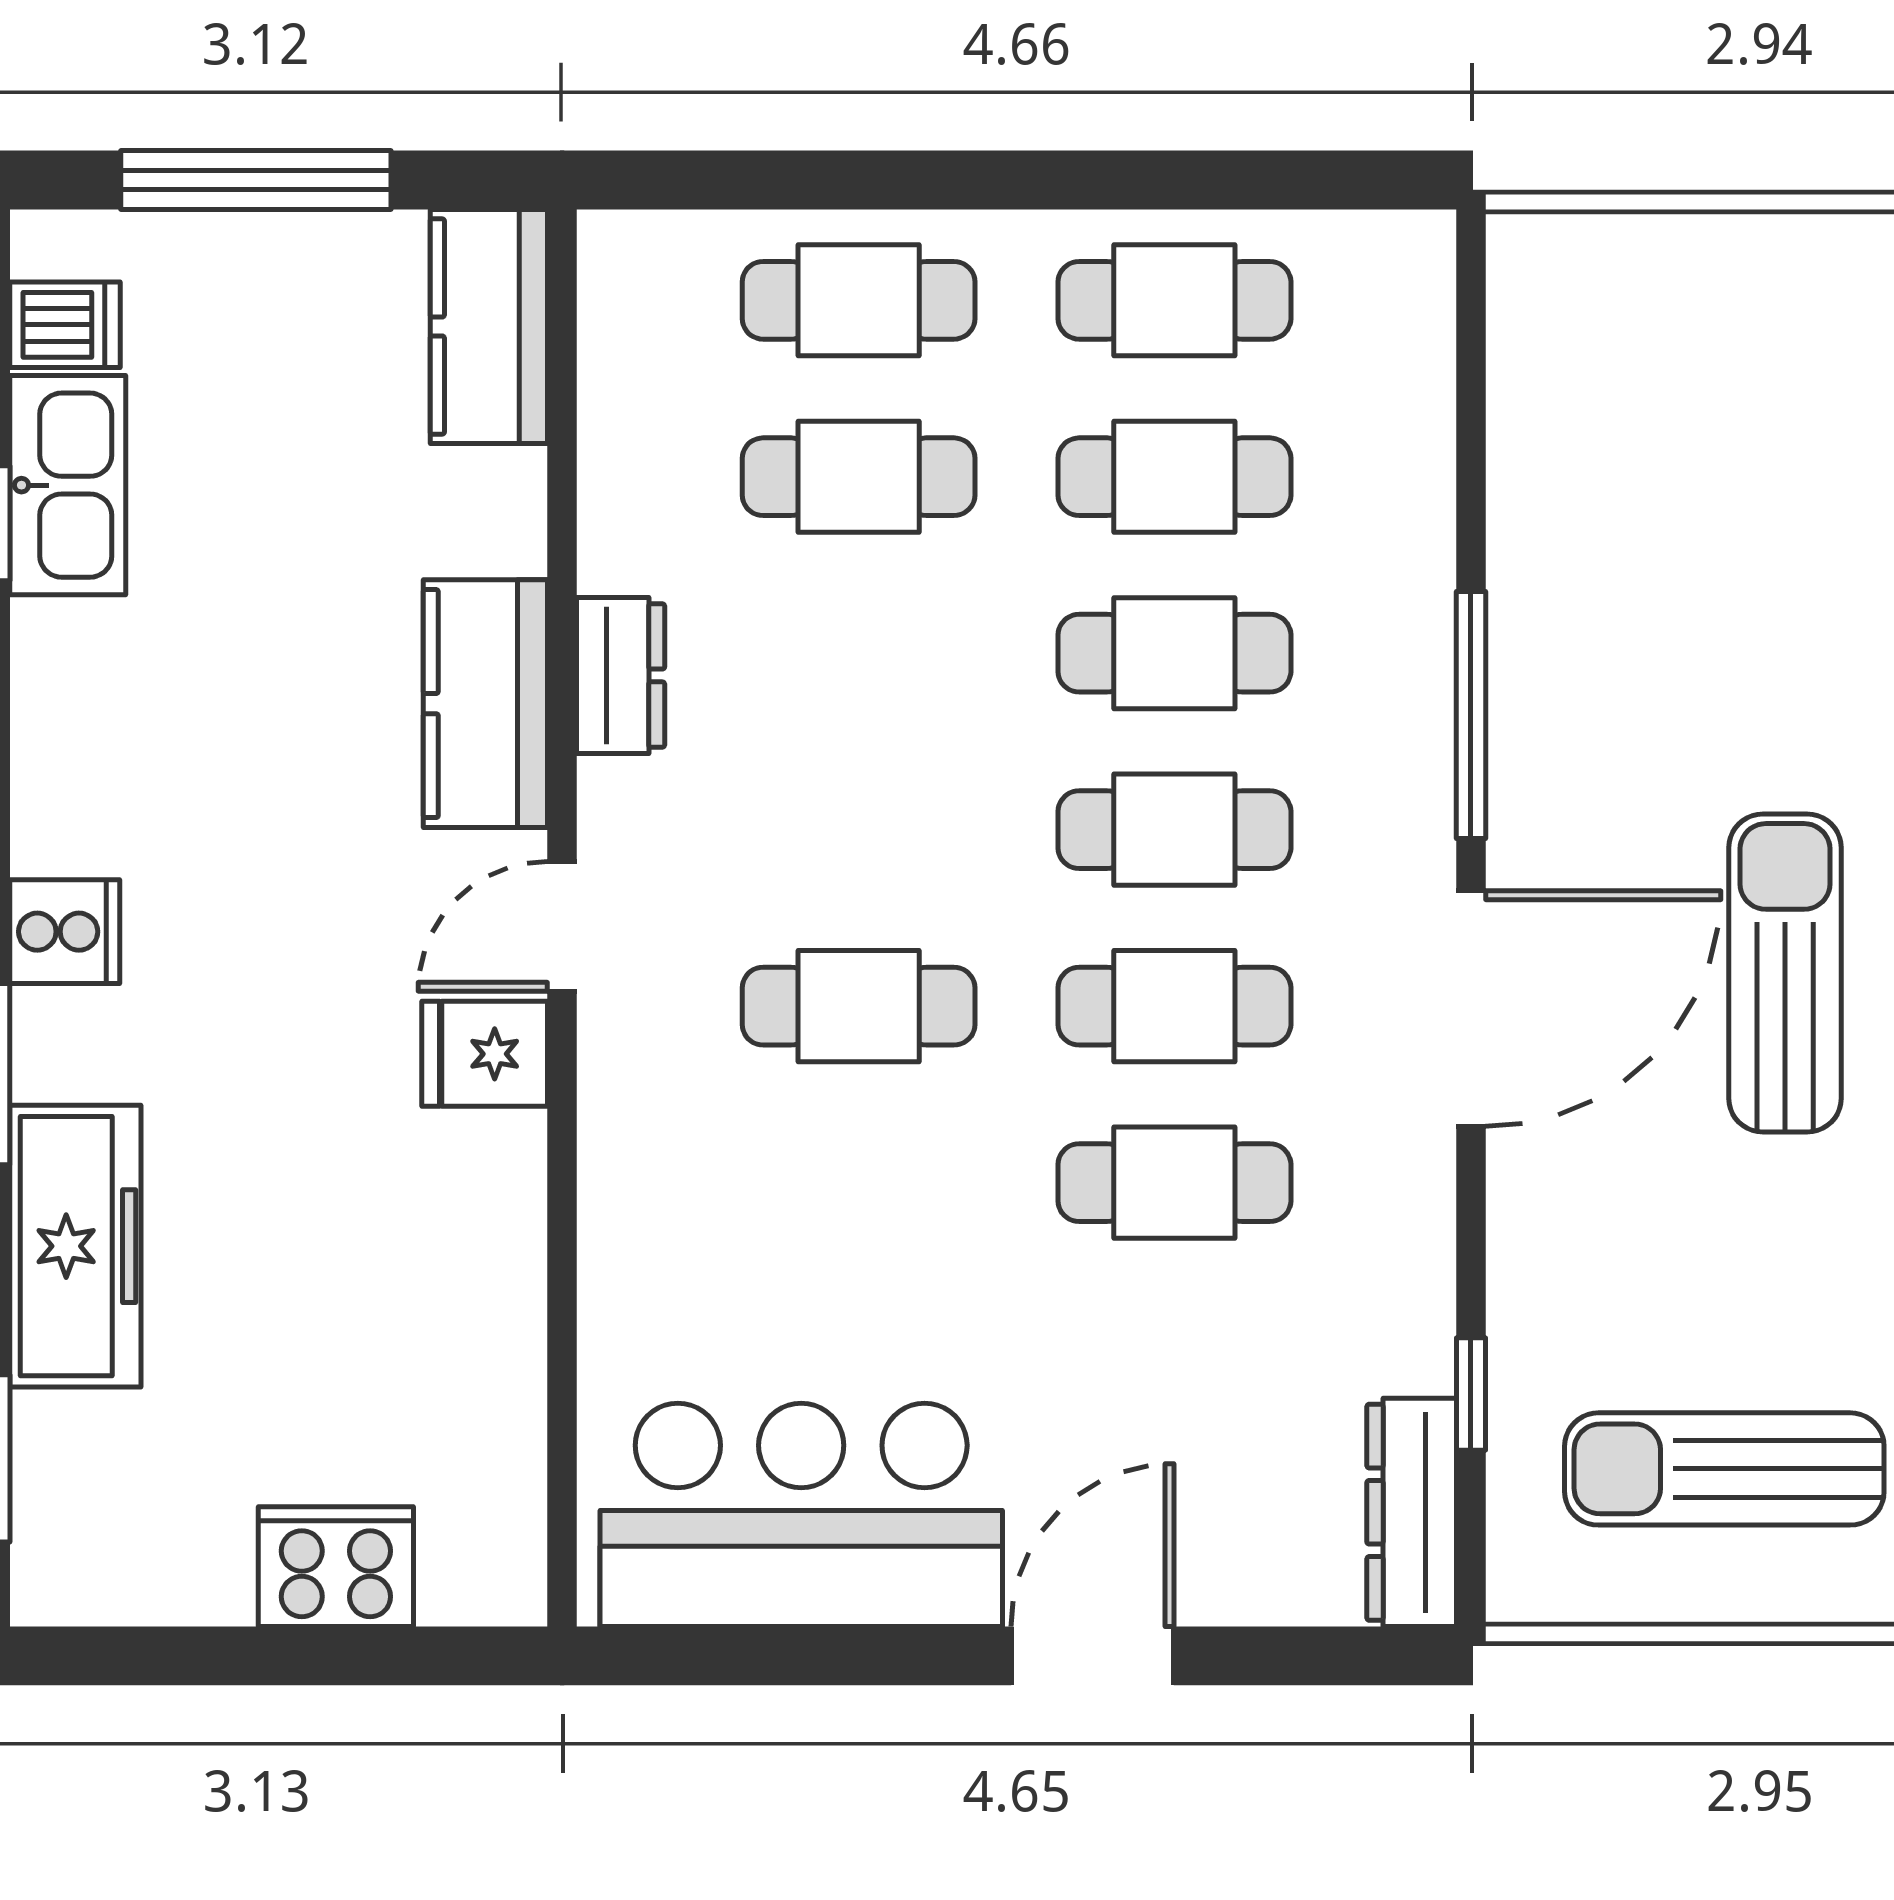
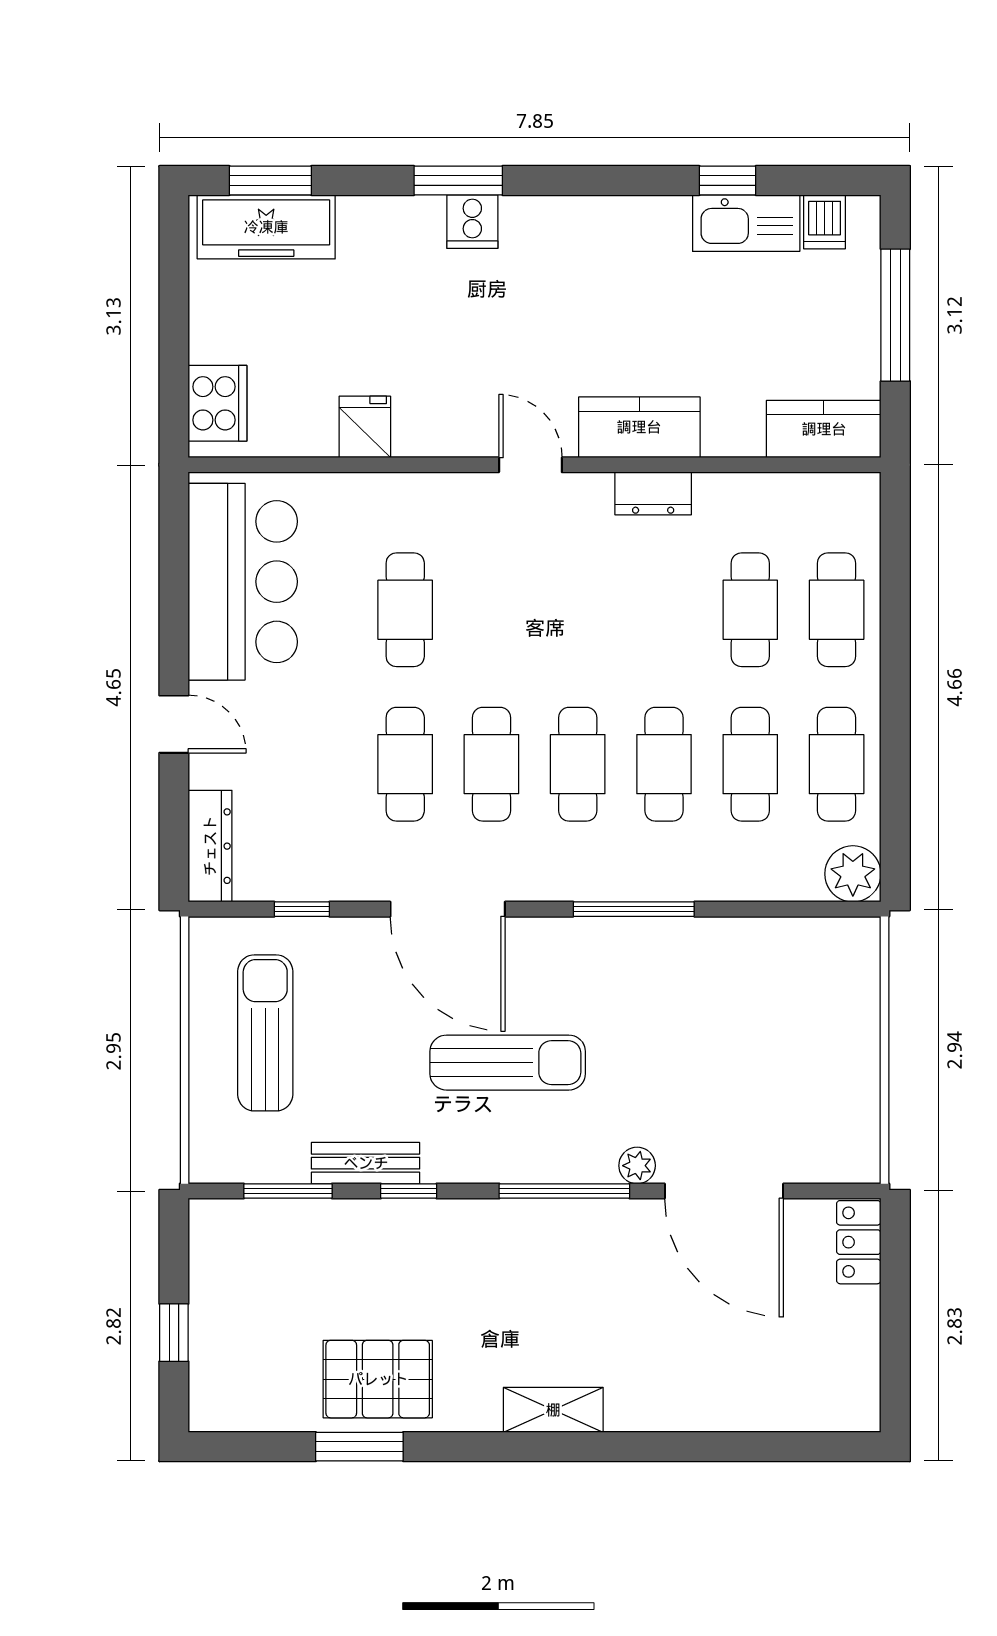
plant: (1399, 267) -> (853, 874), added
cooker: (65, 932) -> (472, 222), moved
cafe table: (859, 1006) -> (405, 610), moved
door: (1471, 1009) -> (448, 909), moved
fridge: (485, 1054) -> (365, 427), moved
freezer: (75, 1246) -> (266, 227), moved
dresser: (1412, 1512) -> (210, 846), moved, turned 90
cooker: (336, 1567) -> (218, 403), moved
door: (1092, 1656) -> (174, 724), width x0.73

